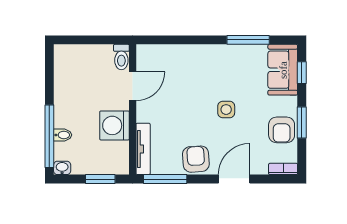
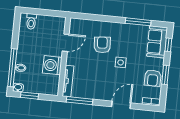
toilet: (121, 57) -> (31, 21), moved
armchair: (196, 159) -> (102, 45), moved
window: (100, 179) -> (29, 96), moved

